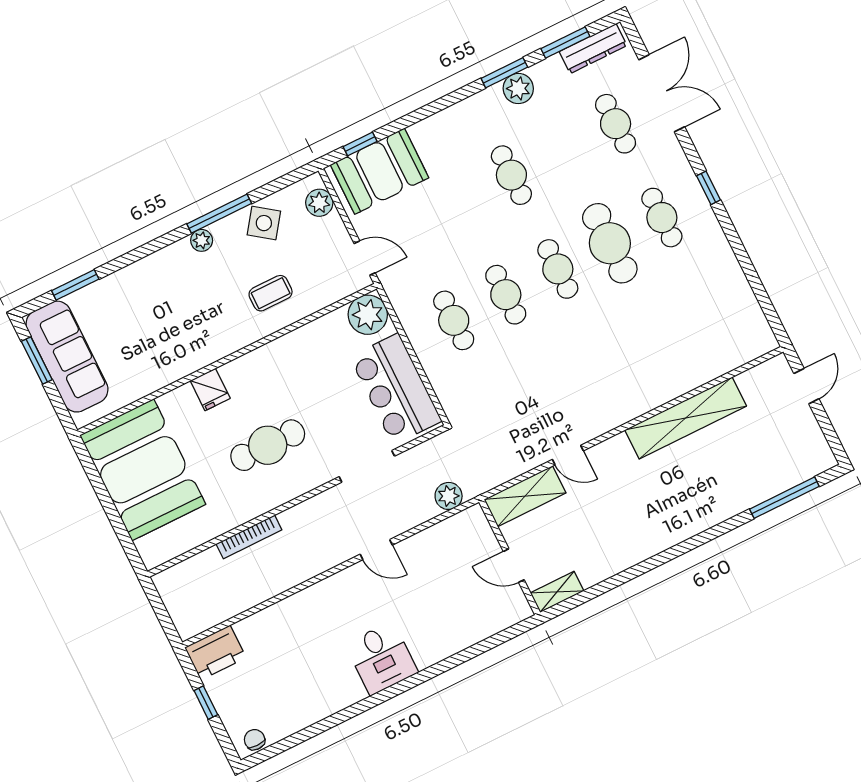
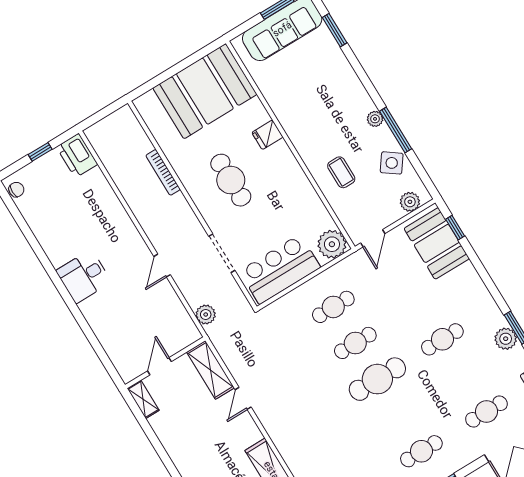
cafe table: (610, 243) -> (399, 415), removed
cafe table: (558, 269) -> (377, 379), width x1.37, depth x1.35

